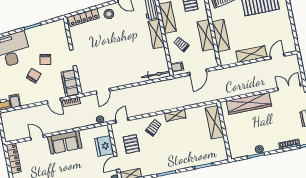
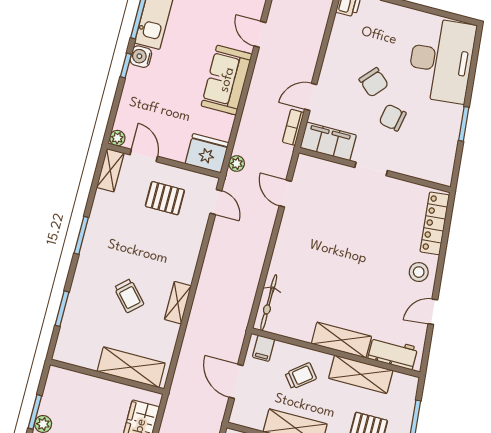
filing cabinet: (15, 101) -> (345, 26), removed
trolley: (154, 128) -> (129, 296), moved
door: (37, 137) -> (260, 34), swing flipped
fridge: (104, 146) -> (207, 153), moved

